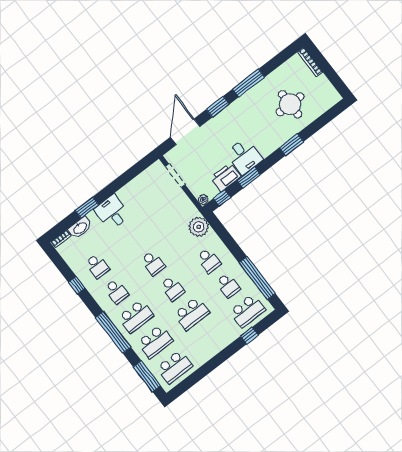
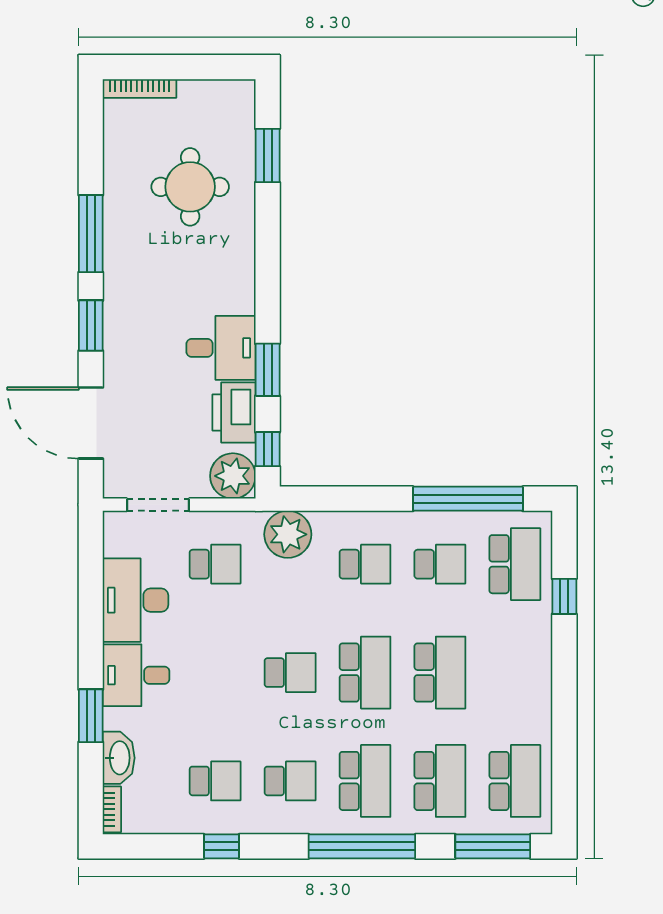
window: (291, 145) -> (268, 155), moved
desk: (137, 193) -> (135, 600), added
plant: (203, 200) -> (233, 476), width x1.88, depth x1.88
school desk: (170, 210) -> (215, 564), added
school desk: (172, 288) -> (365, 673), width x1.85

